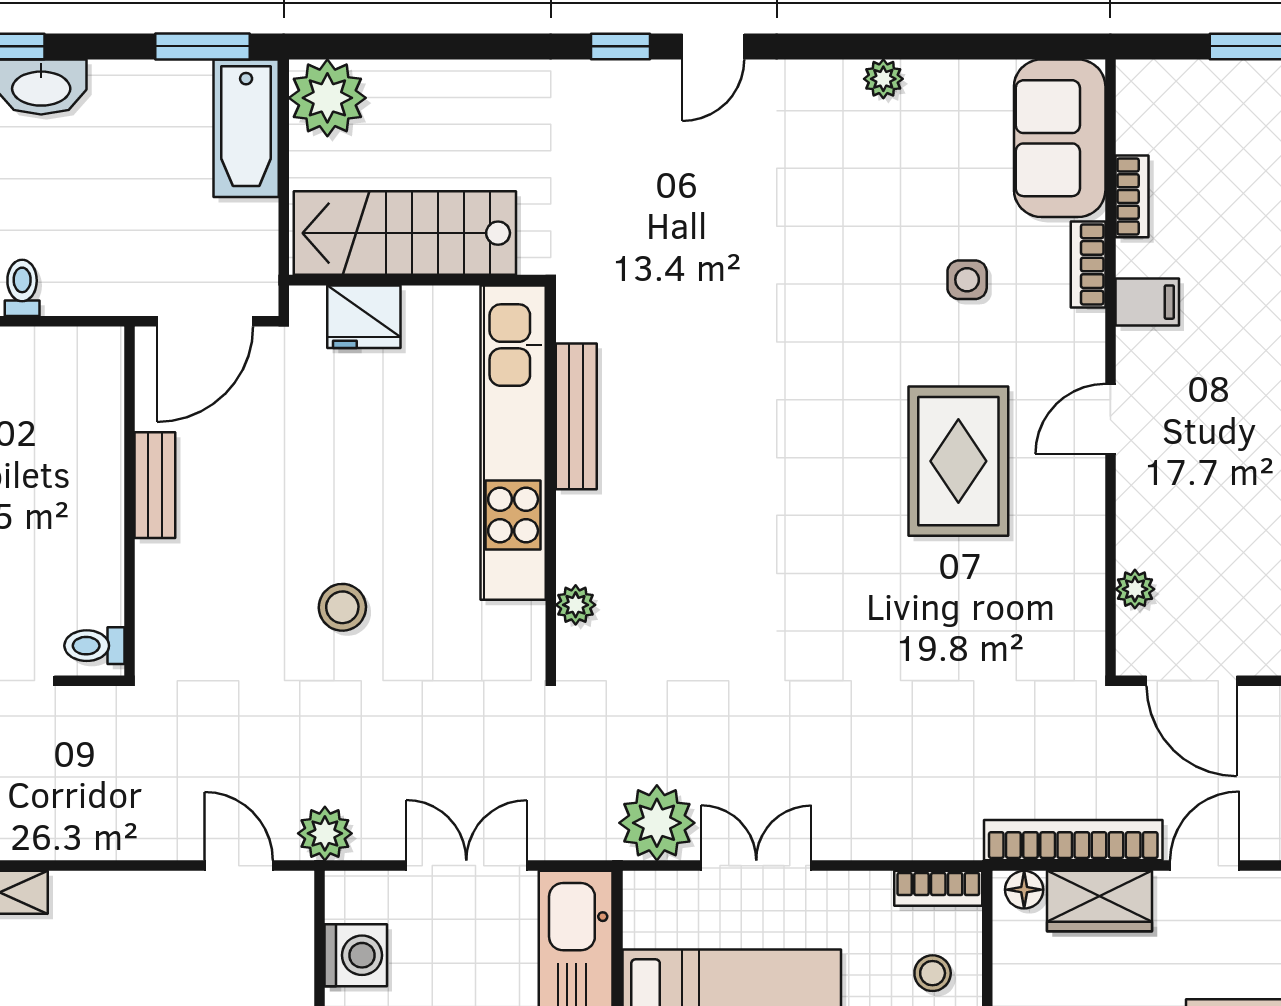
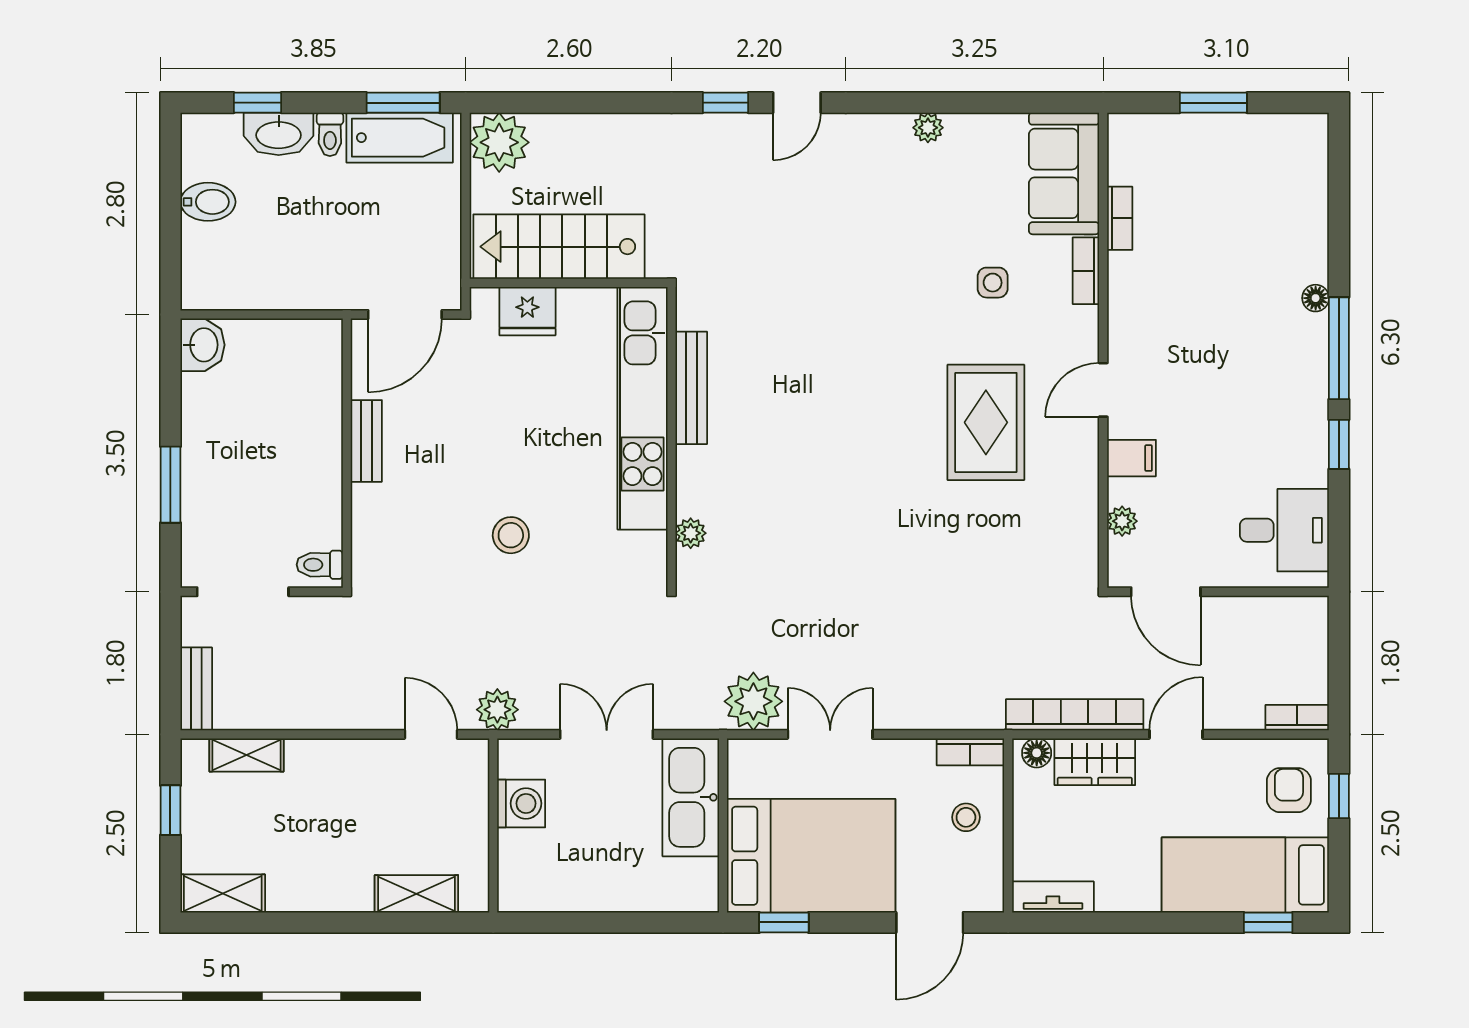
bathtub: (246, 128) -> (400, 138), moved, turned -90
toilet: (22, 288) -> (330, 134), moved, turned 180
filing cabinet: (1147, 302) -> (1132, 458), moved

